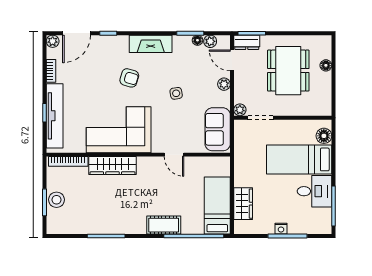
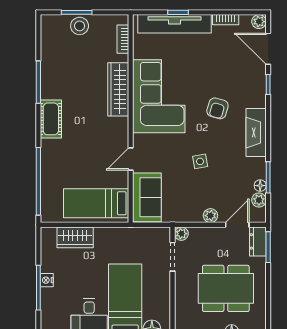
sofa: (218, 129) -> (147, 197), moved, turned 90
bookcase: (68, 161) -> (123, 39), width x0.64
bed: (217, 206) -> (96, 203), moved, turned 180
cot: (164, 225) -> (51, 119), moved

